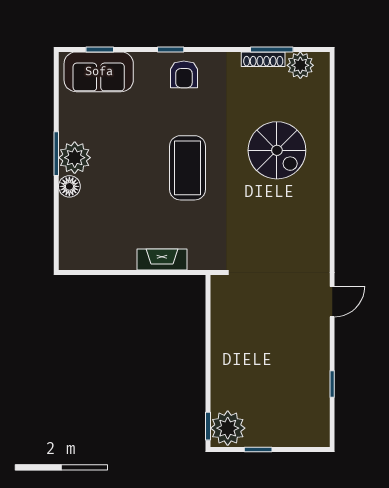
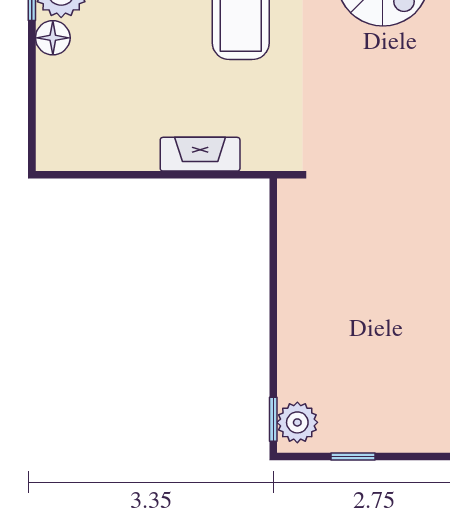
plant: (228, 428) -> (297, 422), width x0.73, depth x0.73

